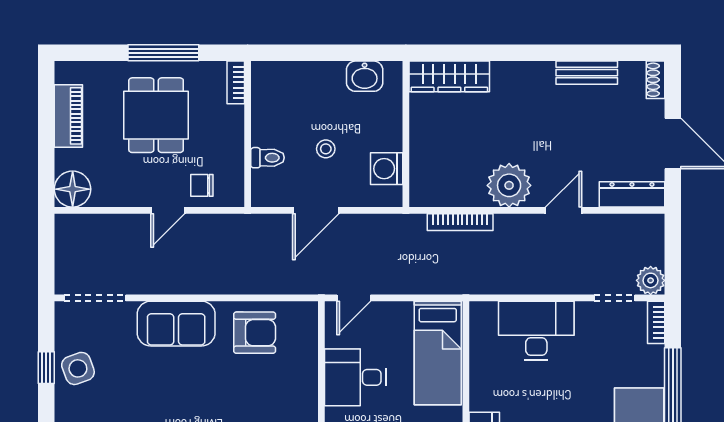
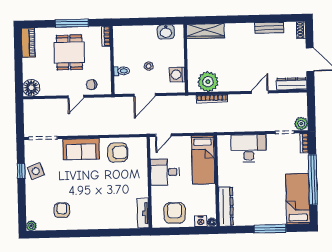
piano: (68, 116) -> (28, 43), moved
plant: (509, 185) -> (208, 82), moved

